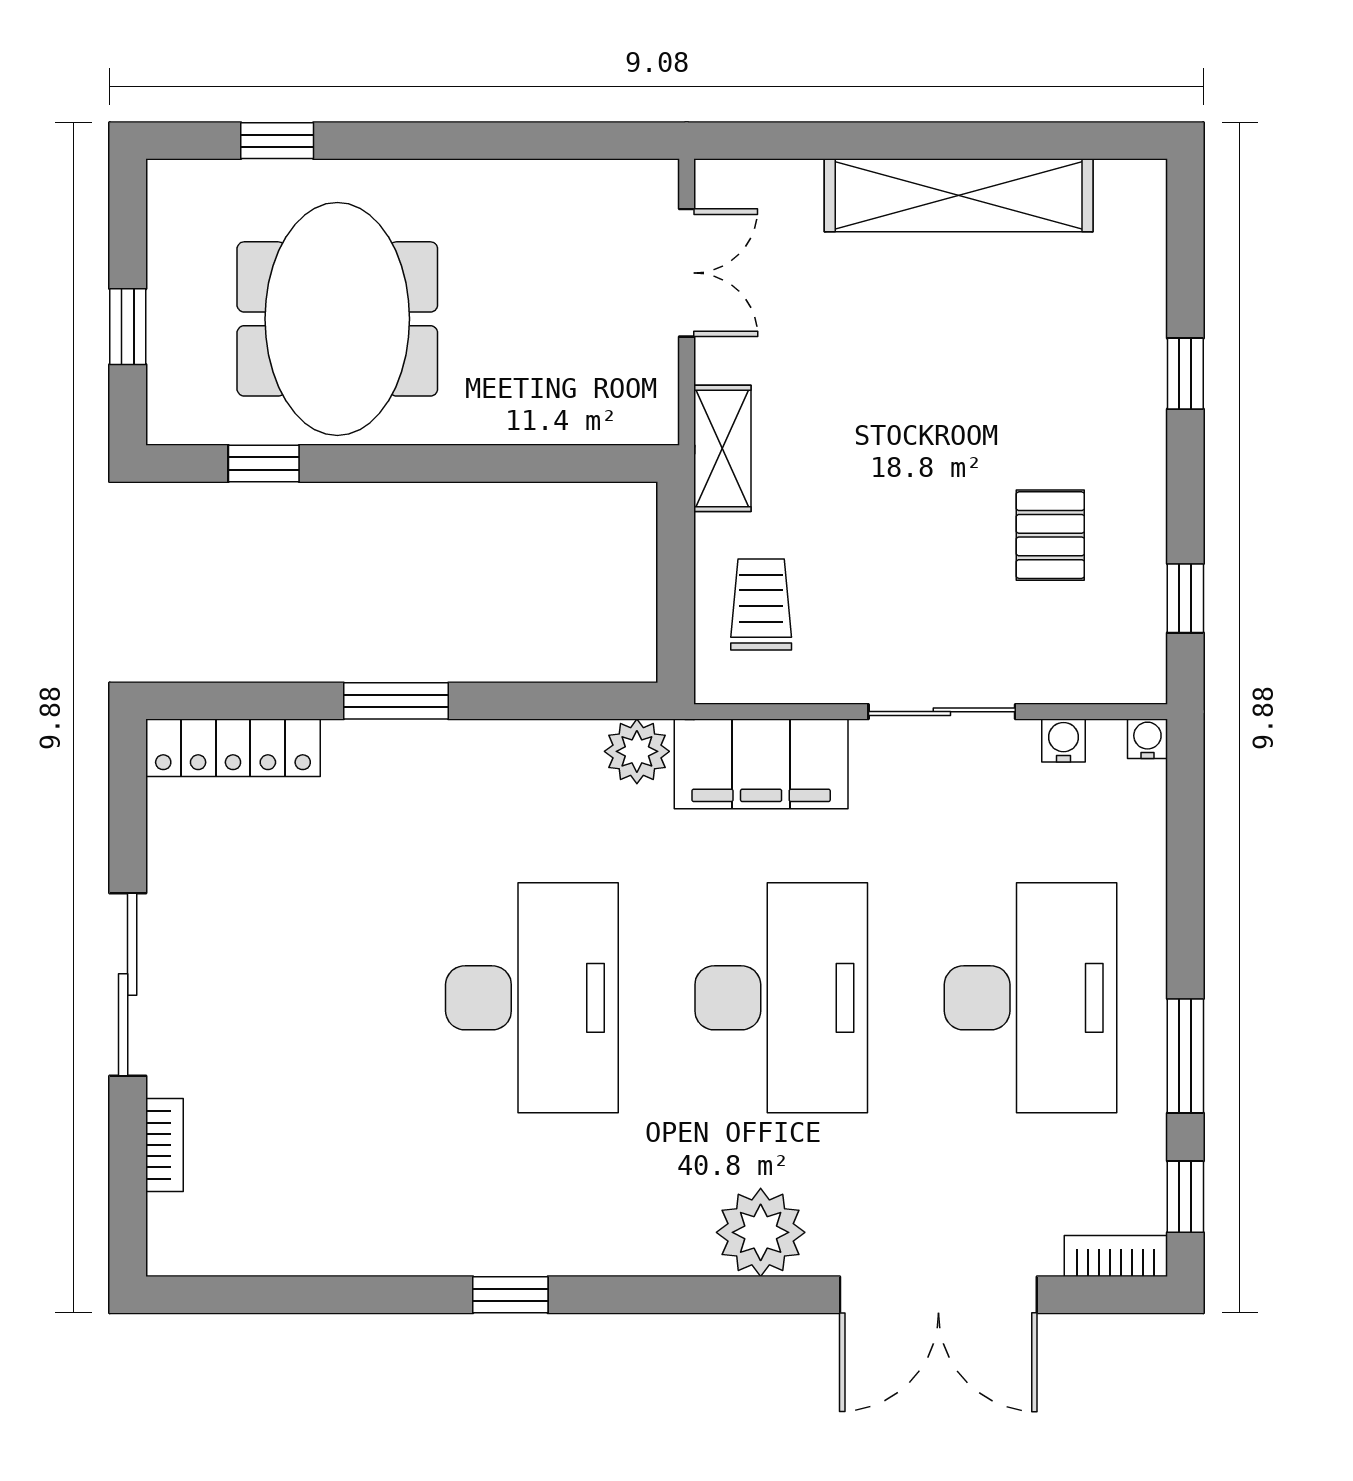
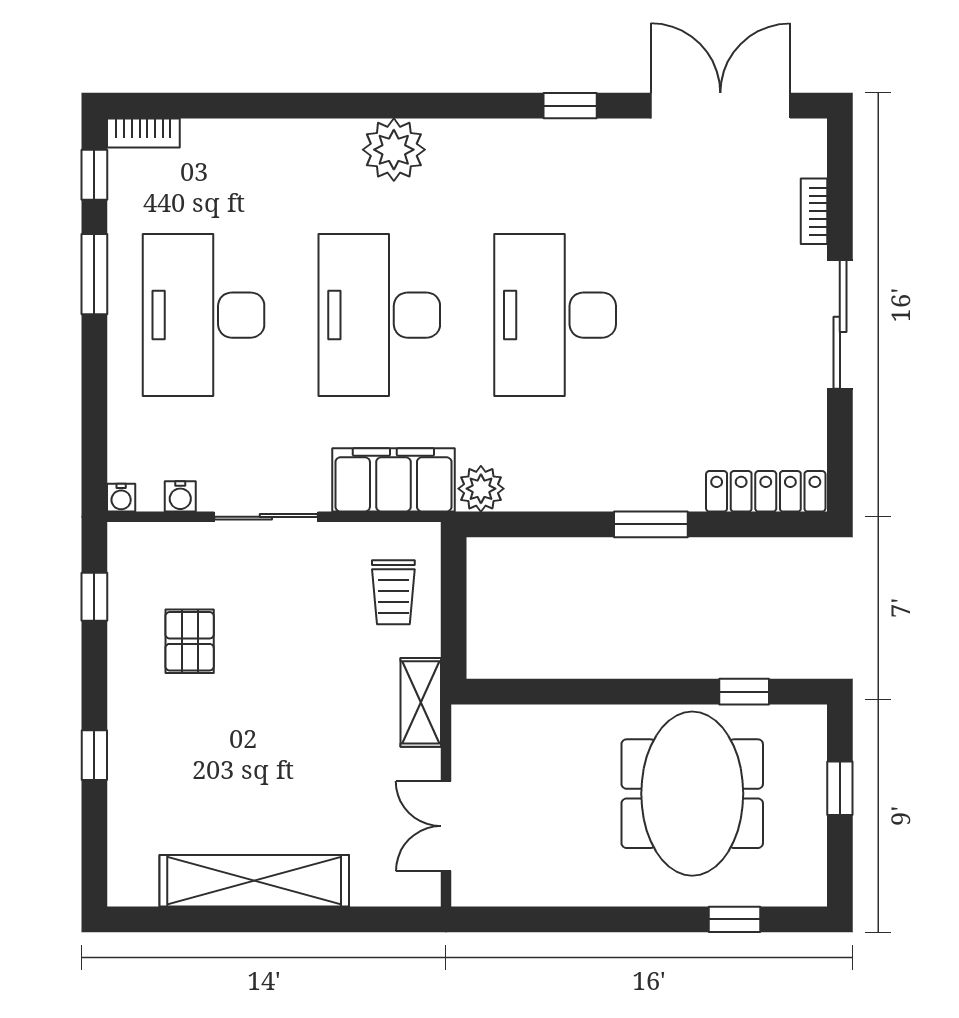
double door: (938, 1295) -> (720, 106), moved

